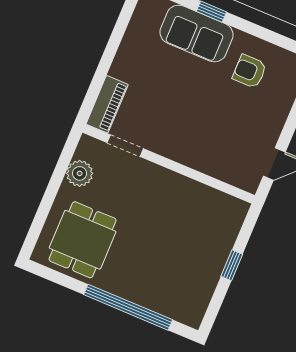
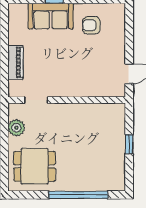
piano: (107, 104) -> (15, 62), moved
dining table: (83, 240) -> (35, 166), turned 90

